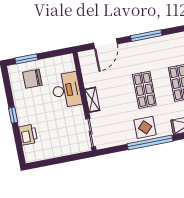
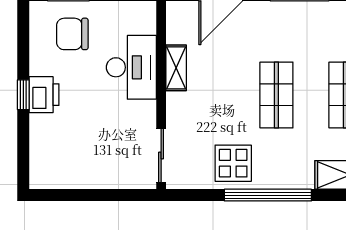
shelving: (92, 100) -> (176, 68), moved
display table: (145, 127) -> (233, 163), moved
printer: (28, 135) -> (44, 95), moved

